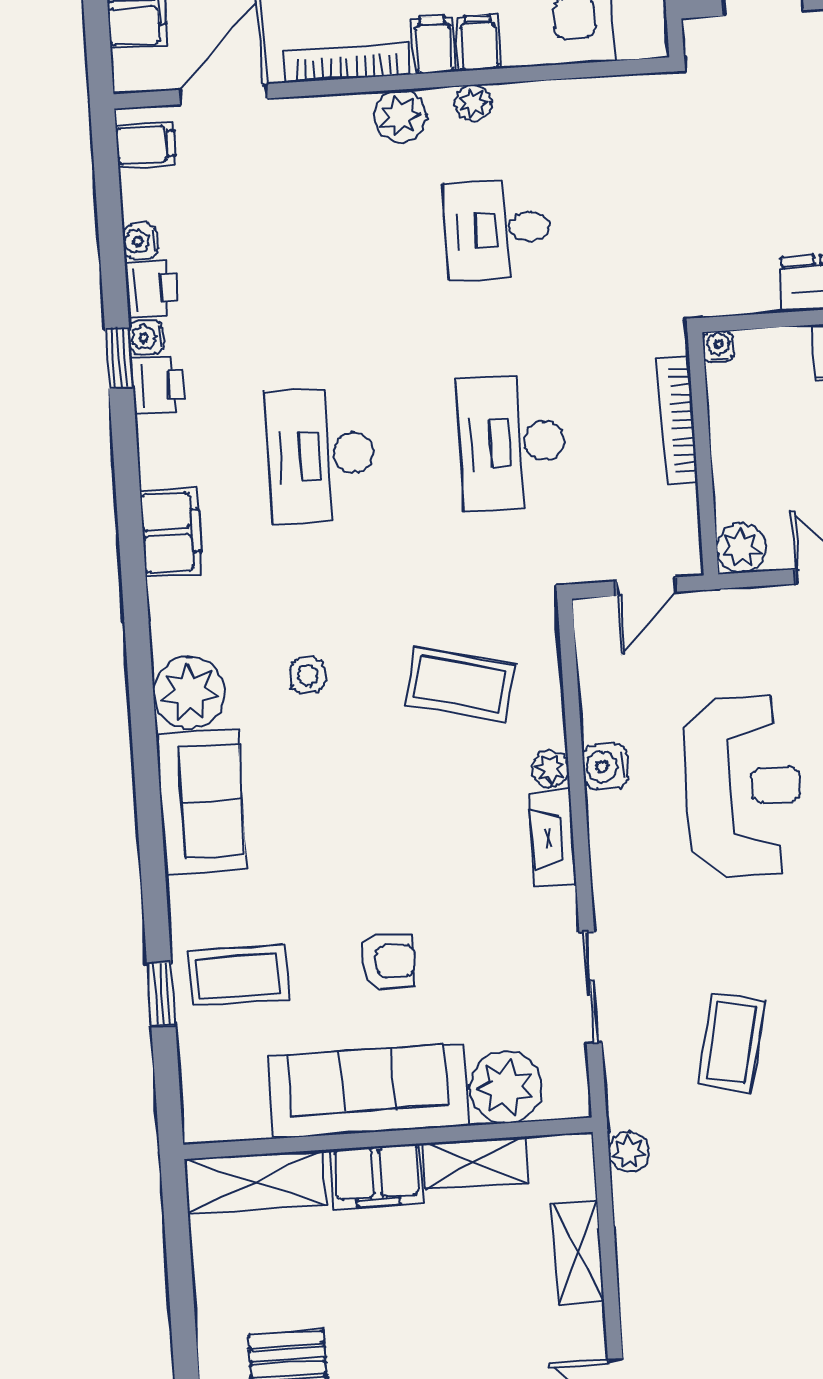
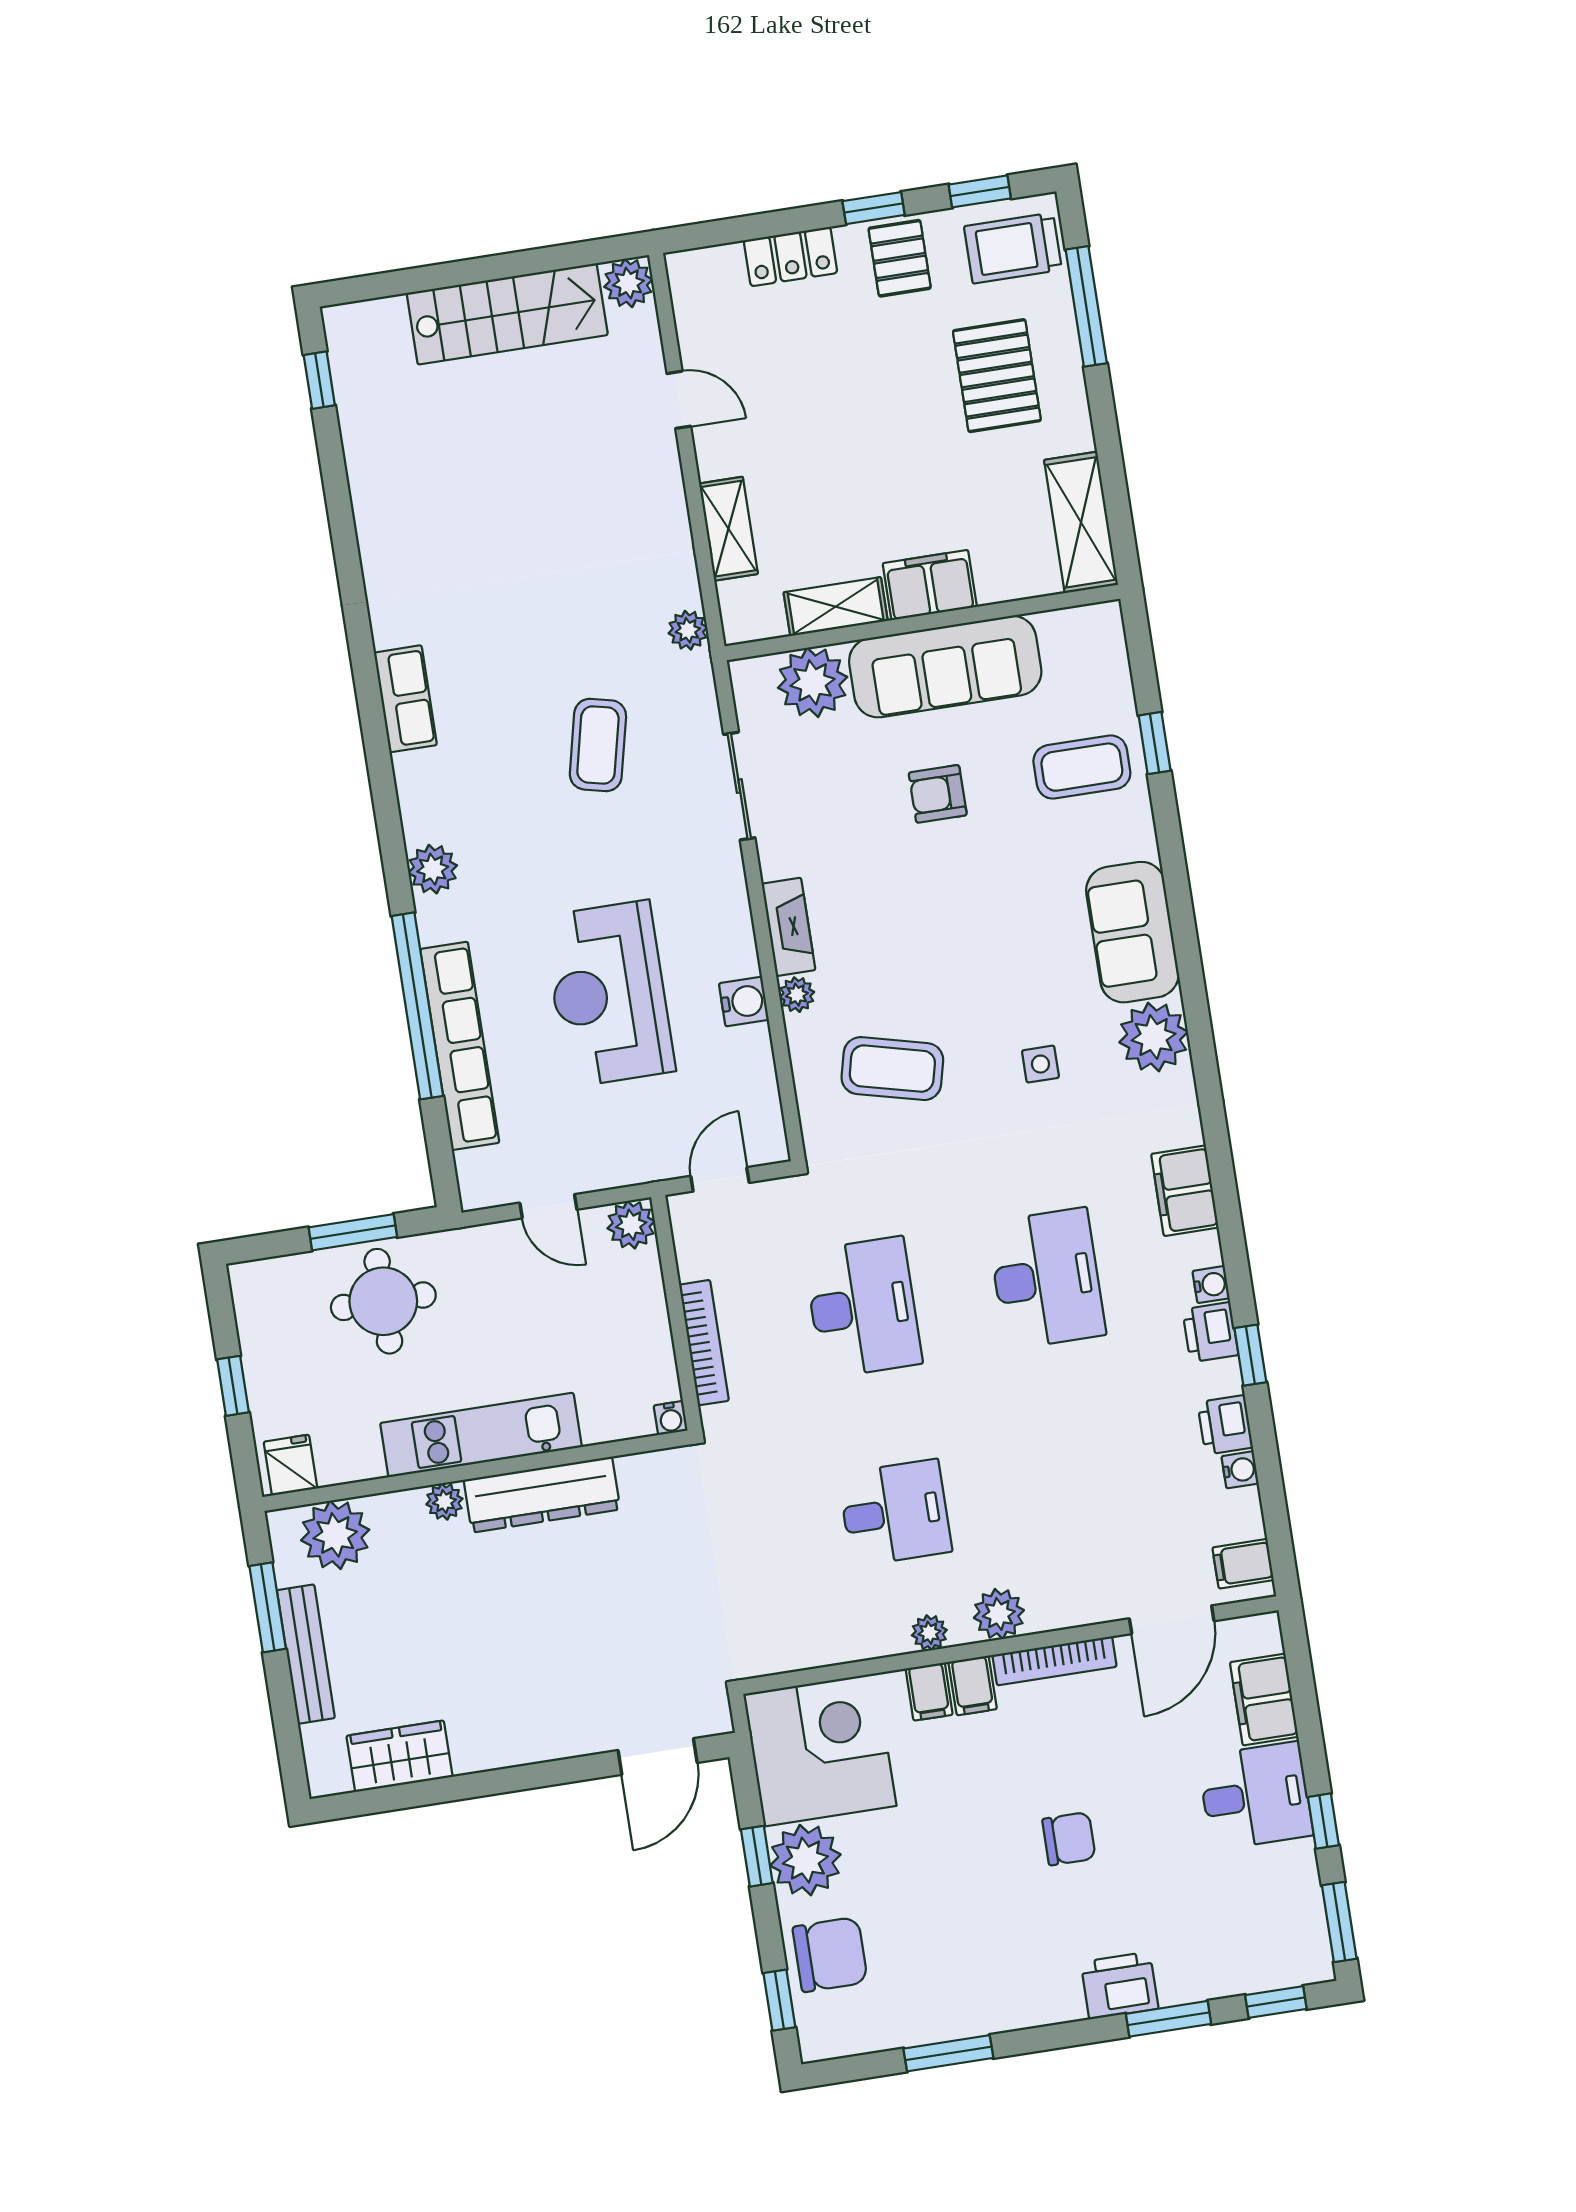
water cooler: (146, 337) -> (1211, 1285), moved
shelving: (255, 1182) -> (1081, 522), moved, turned 90

